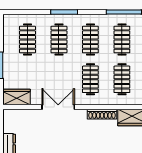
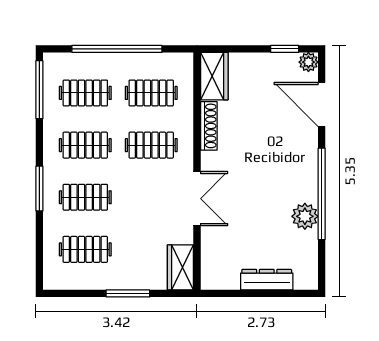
double door: (58, 107) -> (197, 199), swing flipped

